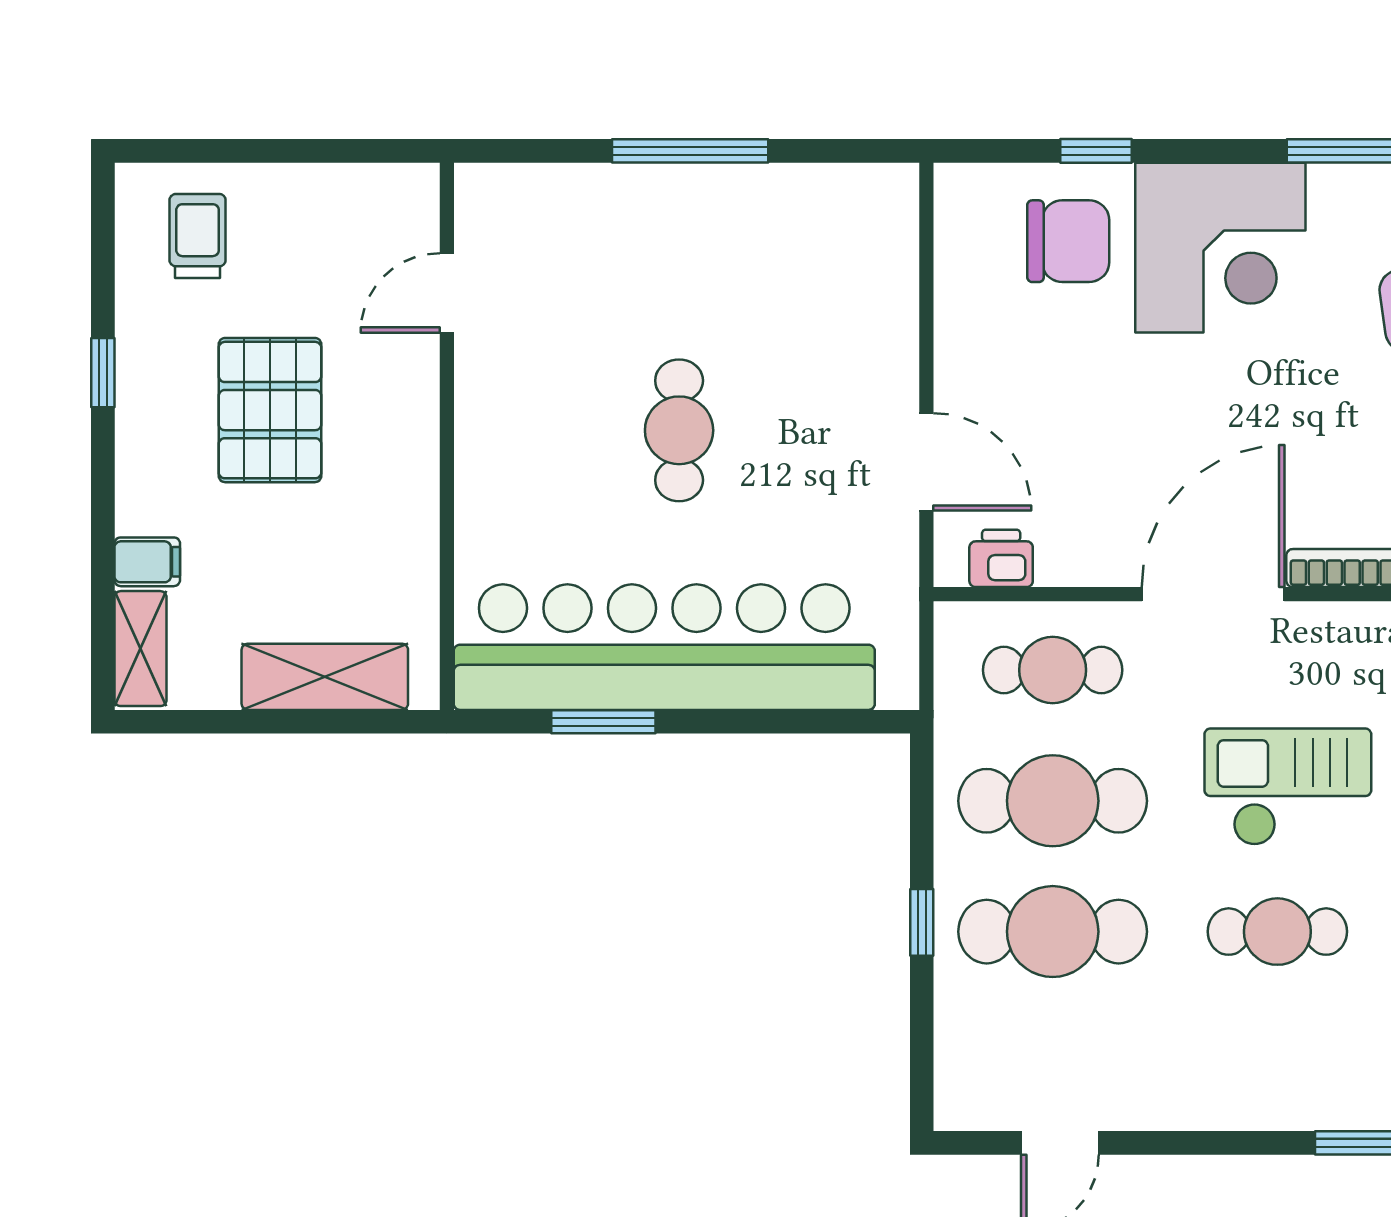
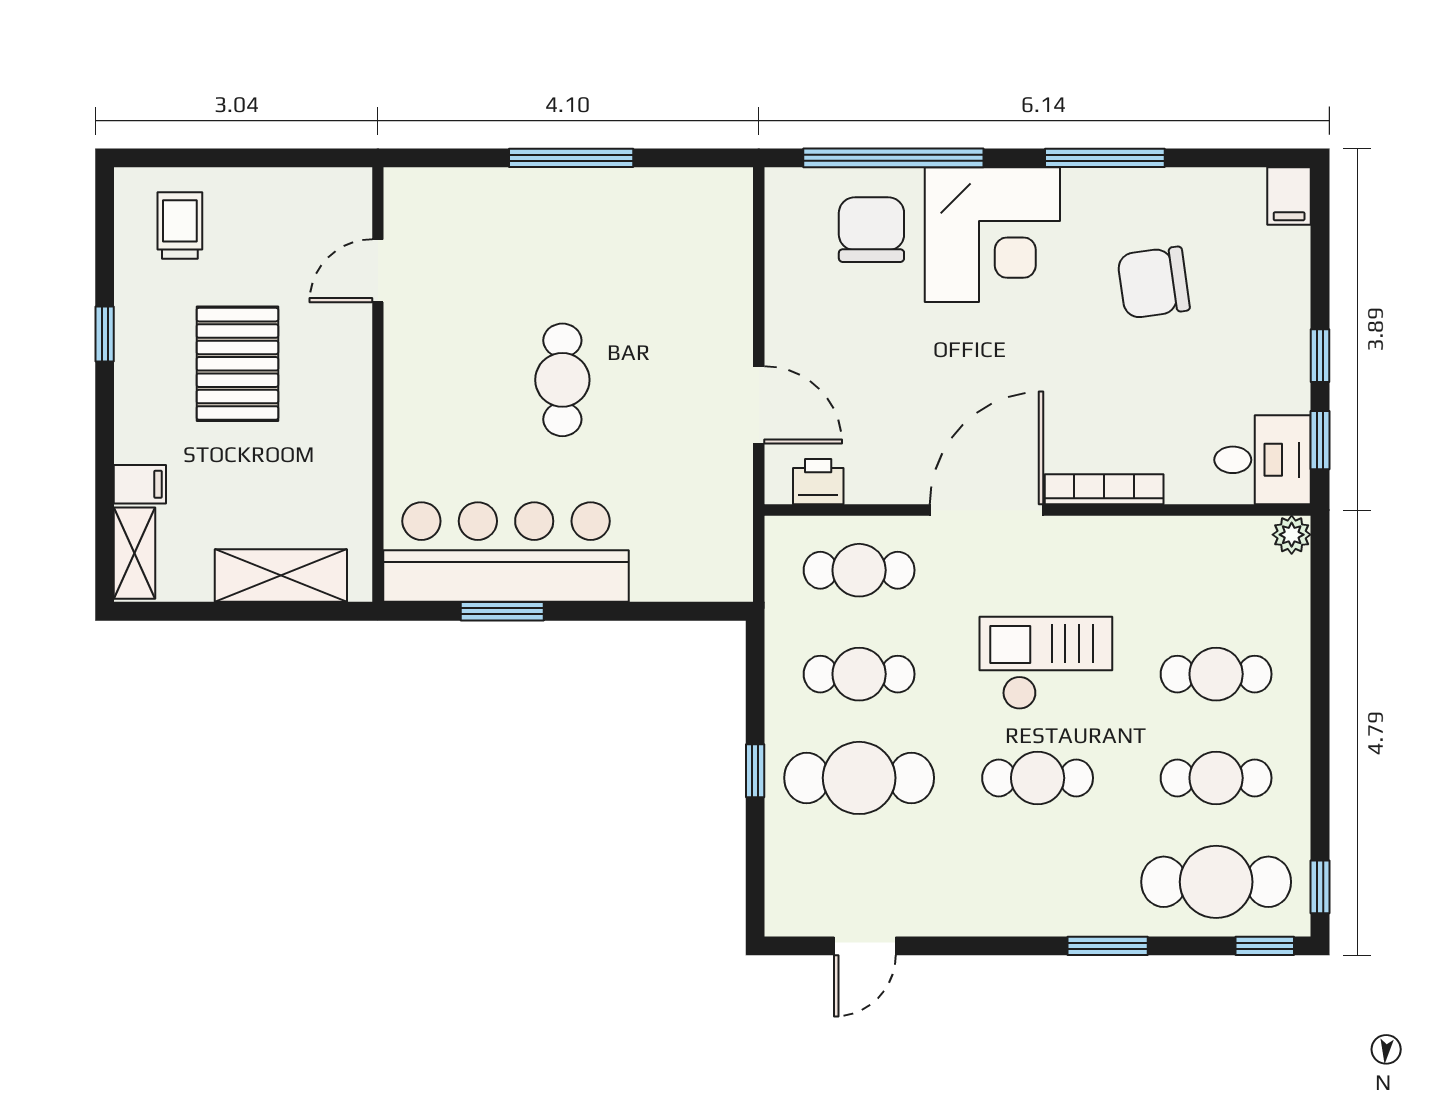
window: (1096, 151) -> (893, 158), width x3.17
chair: (1068, 241) -> (871, 230), turned -90
bar counter: (664, 647) -> (506, 552), width x0.73
cafe table: (1053, 801) -> (859, 674), width x0.73, depth x0.74

